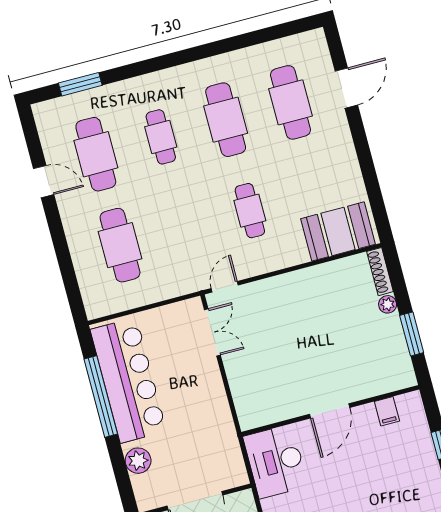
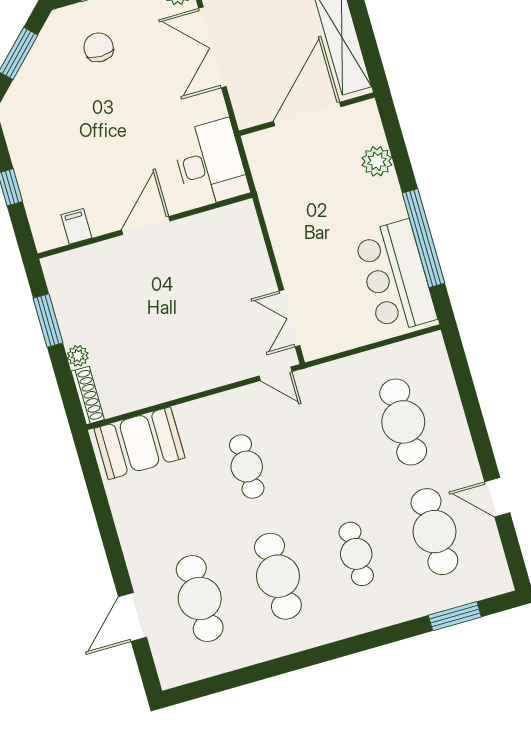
door: (225, 287) -> (276, 374), hinge flipped
bar counter: (128, 380) -> (395, 277), width x0.73

